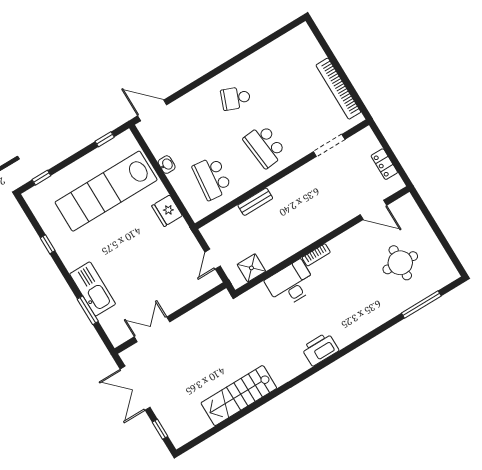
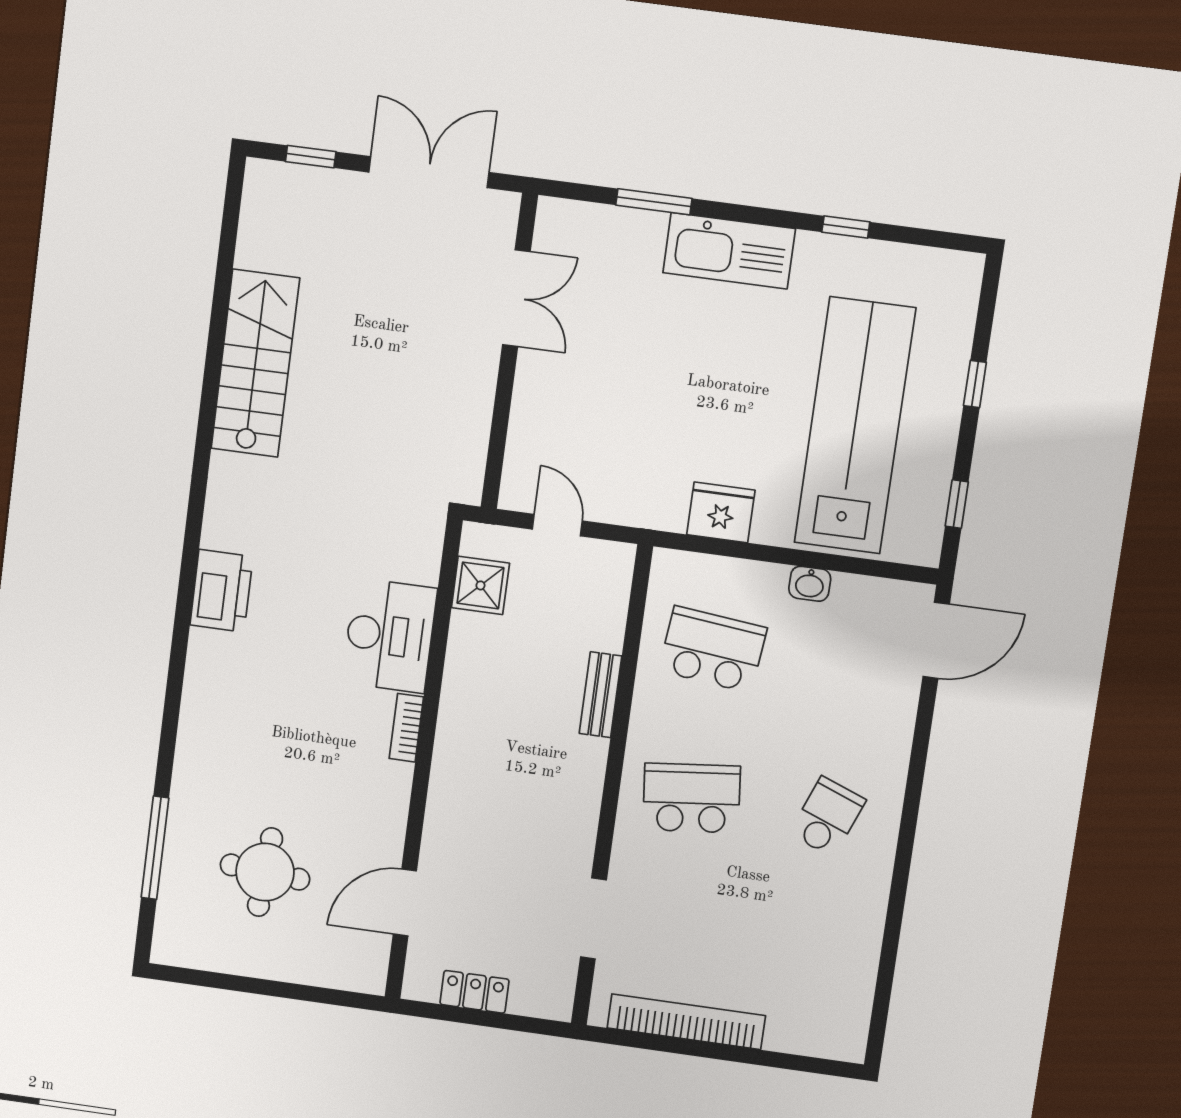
window: (41, 178) -> (975, 384), moved
kitchen sink: (93, 289) -> (729, 251), moved

